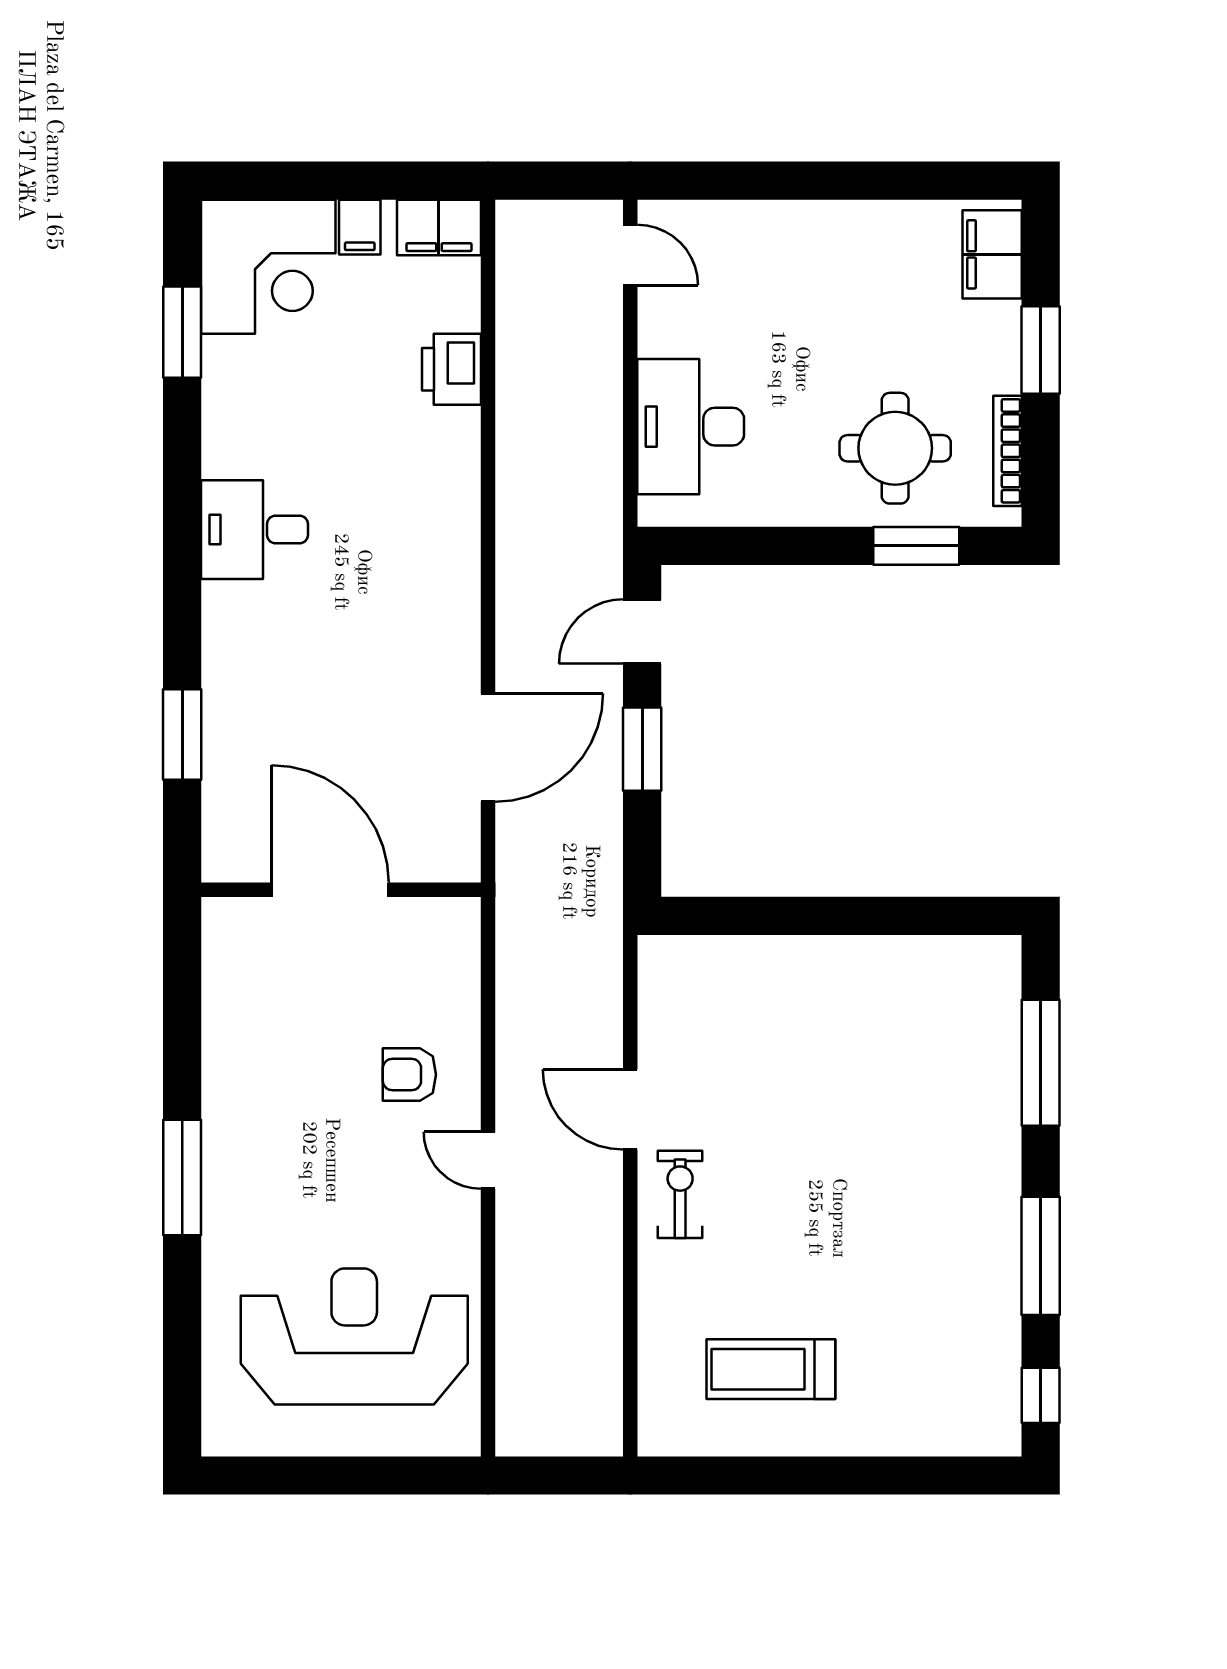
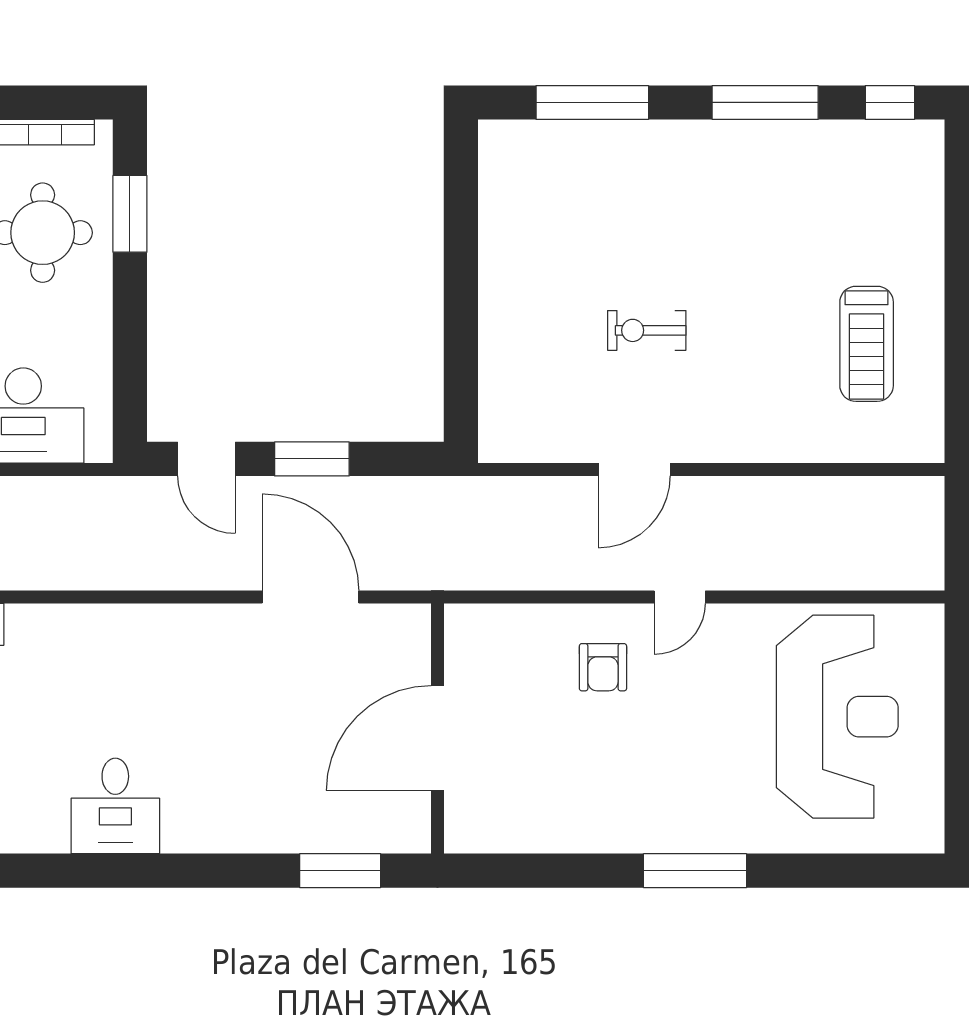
window: (182, 734) -> (340, 871), moved
exercise bike: (680, 1194) -> (647, 330), moved
reception desk: (354, 1336) -> (837, 717), turned 180

